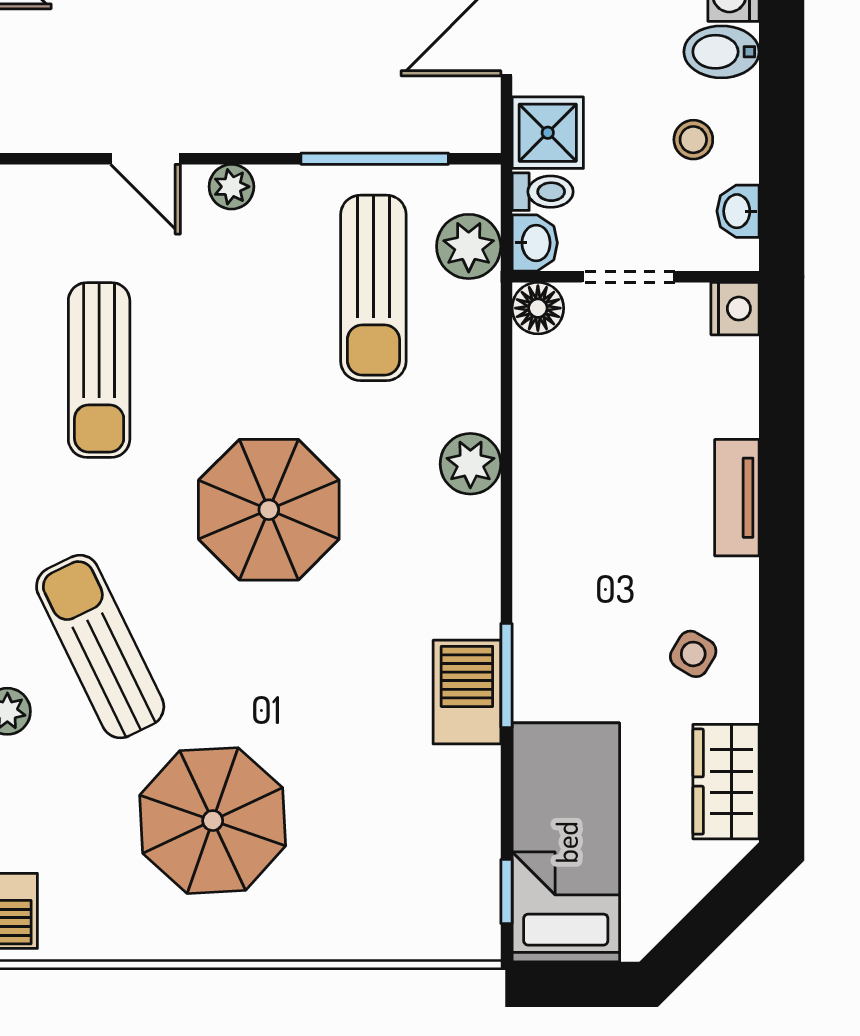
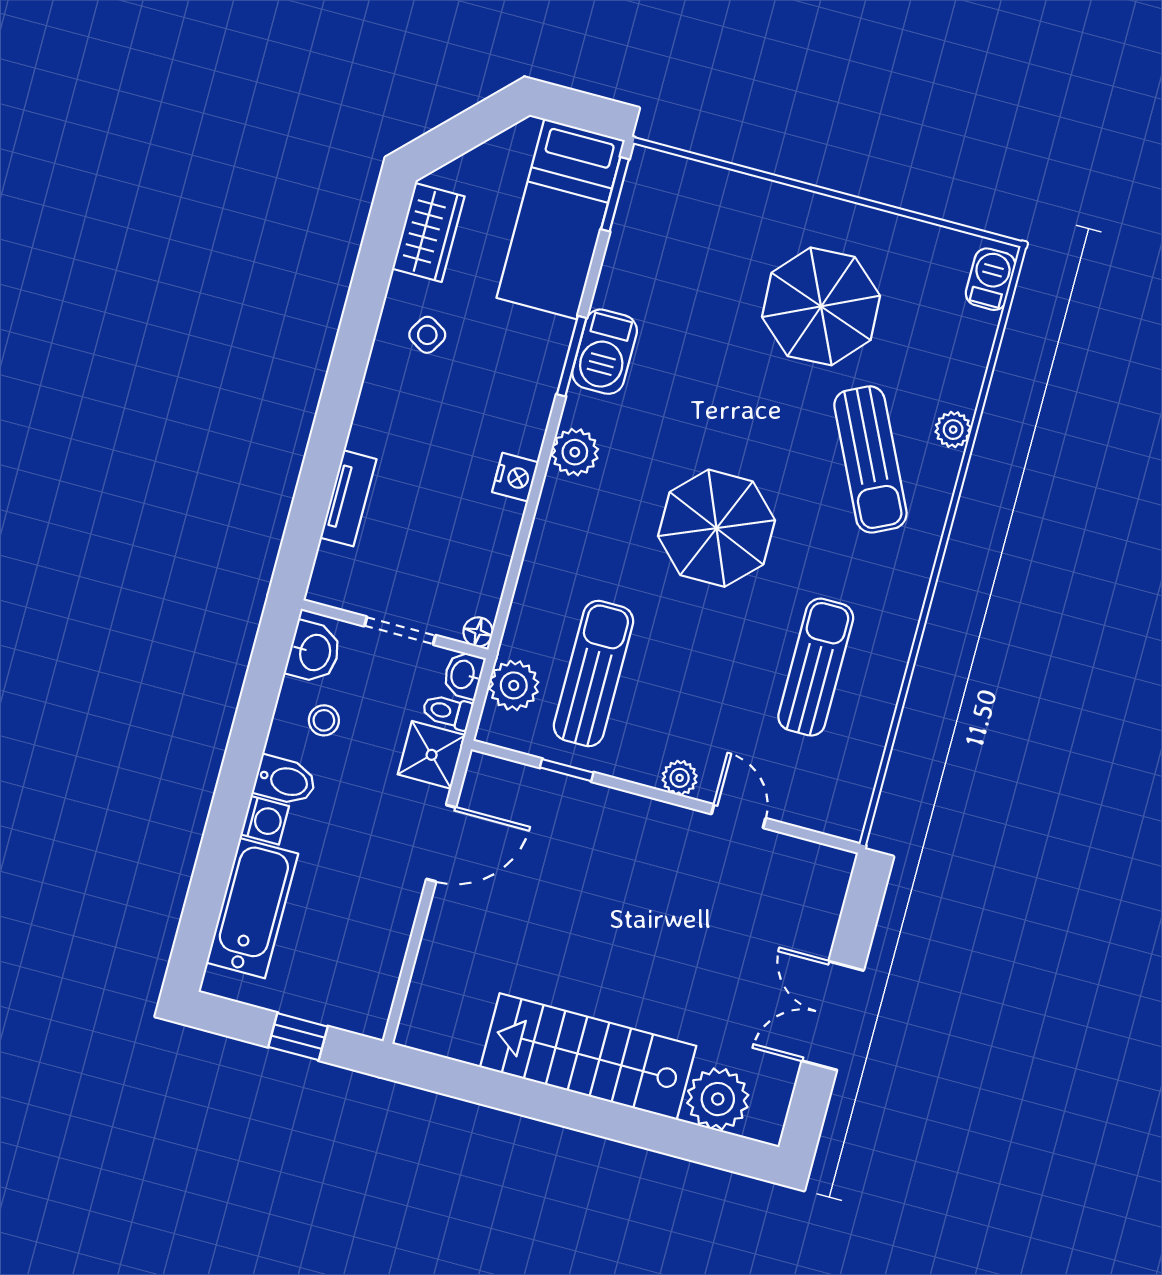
window: (375, 159) -> (567, 770), width x0.46
washbasin: (738, 211) -> (314, 652), width x1.38, depth x1.45
floor lamp: (538, 308) -> (478, 632), width x0.73, depth x0.73
nightstand: (735, 309) -> (515, 477), moved, turned 180
plant: (470, 464) -> (575, 452), moved
tv unit: (737, 498) -> (348, 498), moved
window: (506, 891) -> (615, 194), width x1.50

